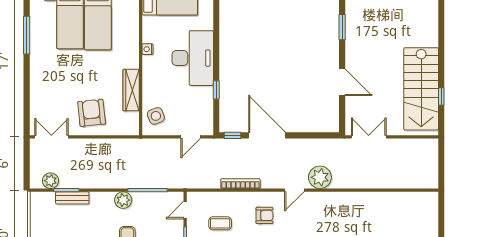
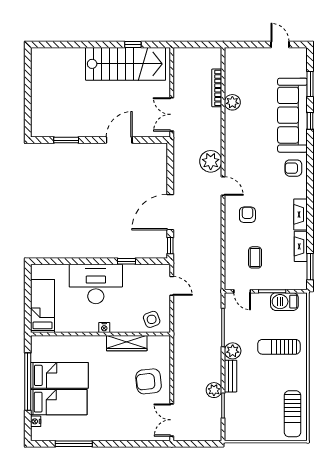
nightstand: (147, 49) -> (104, 327), moved
plant: (50, 181) -> (214, 390), moved
bookcase: (240, 184) -> (217, 88), moved
bench: (72, 198) -> (231, 376), moved
plant: (381, 200) -> (232, 102), added

